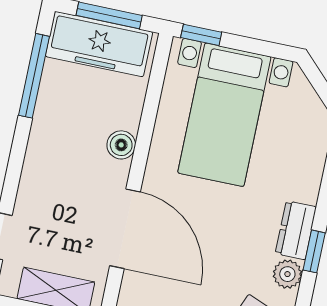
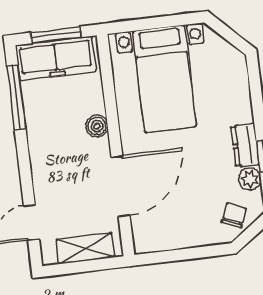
window: (201, 35) -> (128, 26), removed
door: (125, 229) -> (121, 186), hinge flipped

